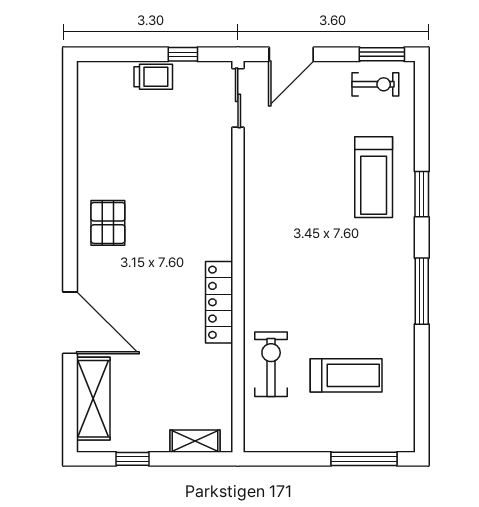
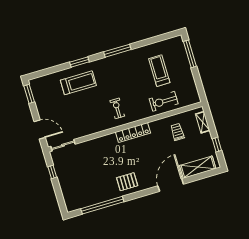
trolley: (153, 77) -> (177, 132), moved
exercise bike: (375, 84) -> (117, 108), moved
window: (70, 148) -> (102, 205), added
locker: (219, 302) -> (133, 133), moved

